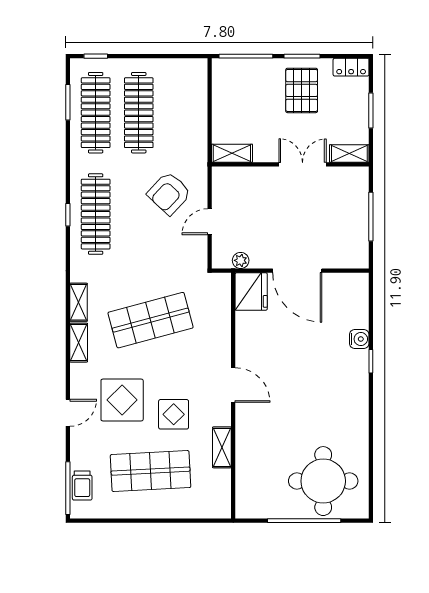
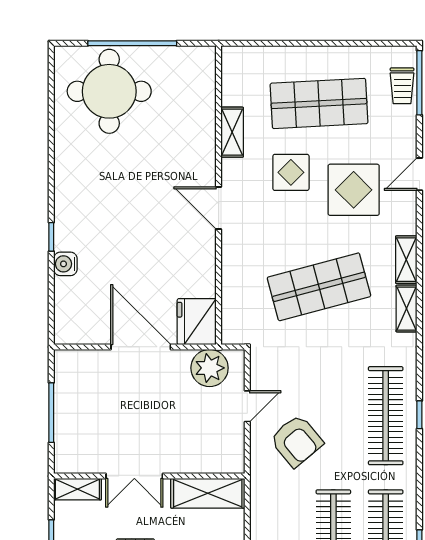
shelving: (232, 153) -> (208, 493), width x1.50, depth x1.33
armchair: (169, 193) -> (296, 441), turned 97
plant: (241, 260) -> (210, 368), width x1.88, depth x1.88
trolley: (82, 486) -> (402, 86), turned 180

